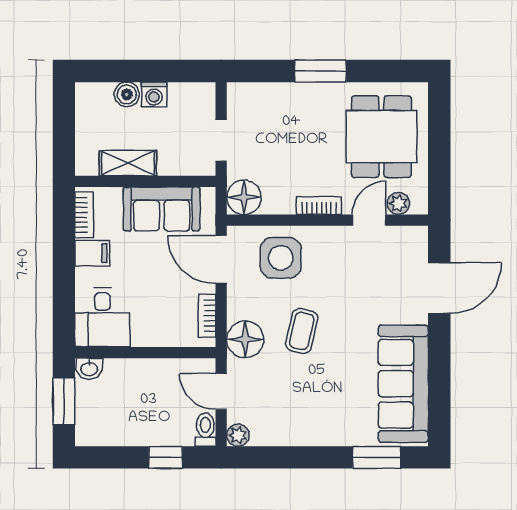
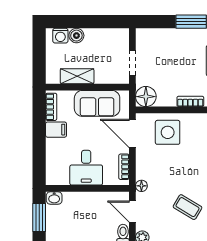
washing machine: (154, 95) -> (60, 36), moved
desk: (102, 317) -> (86, 168), moved
coffee table: (302, 331) -> (187, 207), moved, turned -72
floor lamp: (245, 339) -> (141, 186), width x0.53, depth x0.53

